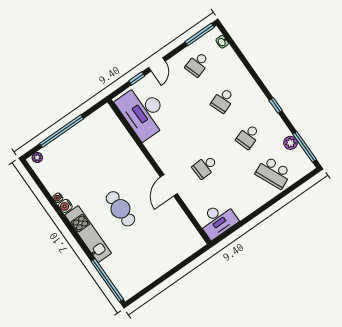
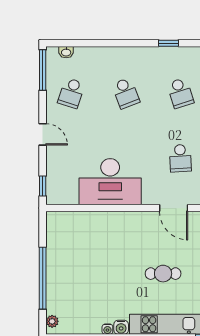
school desk: (197, 64) -> (71, 93), turned 36
window: (137, 78) -> (43, 186), moved
desk: (143, 112) -> (110, 182), moved
cafe table: (120, 209) -> (163, 274), width x0.73, depth x0.74

